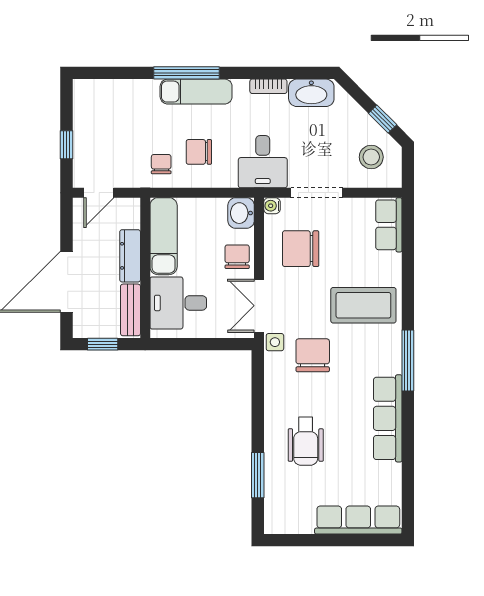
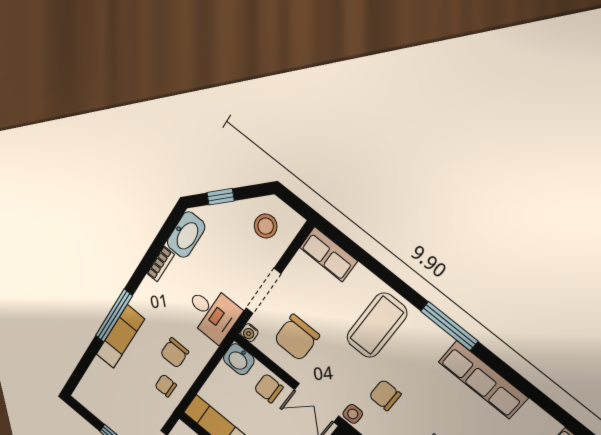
exam couch: (196, 92) -> (120, 337), moved
window: (383, 119) -> (220, 197), moved
chair: (313, 355) -> (385, 395), width x0.73, depth x0.73

